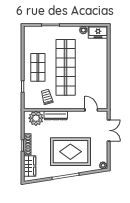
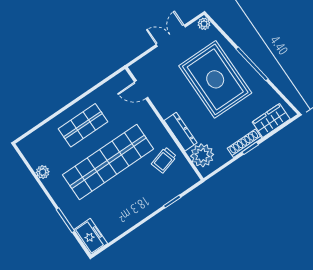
freezer: (98, 32) -> (91, 237), moved
shop shelf: (38, 67) -> (83, 125), moved
door: (91, 110) -> (141, 90), hinge flipped
double door: (109, 130) -> (171, 36), moved

